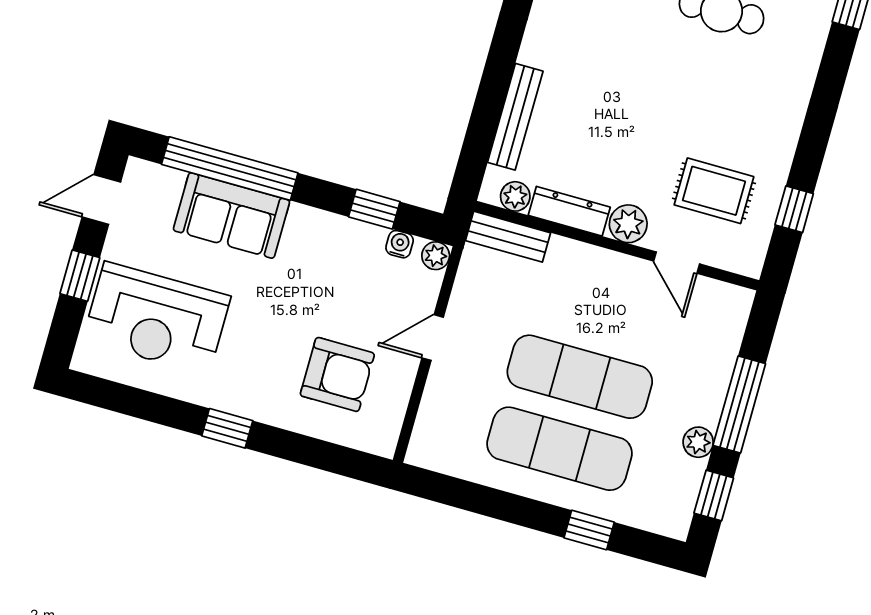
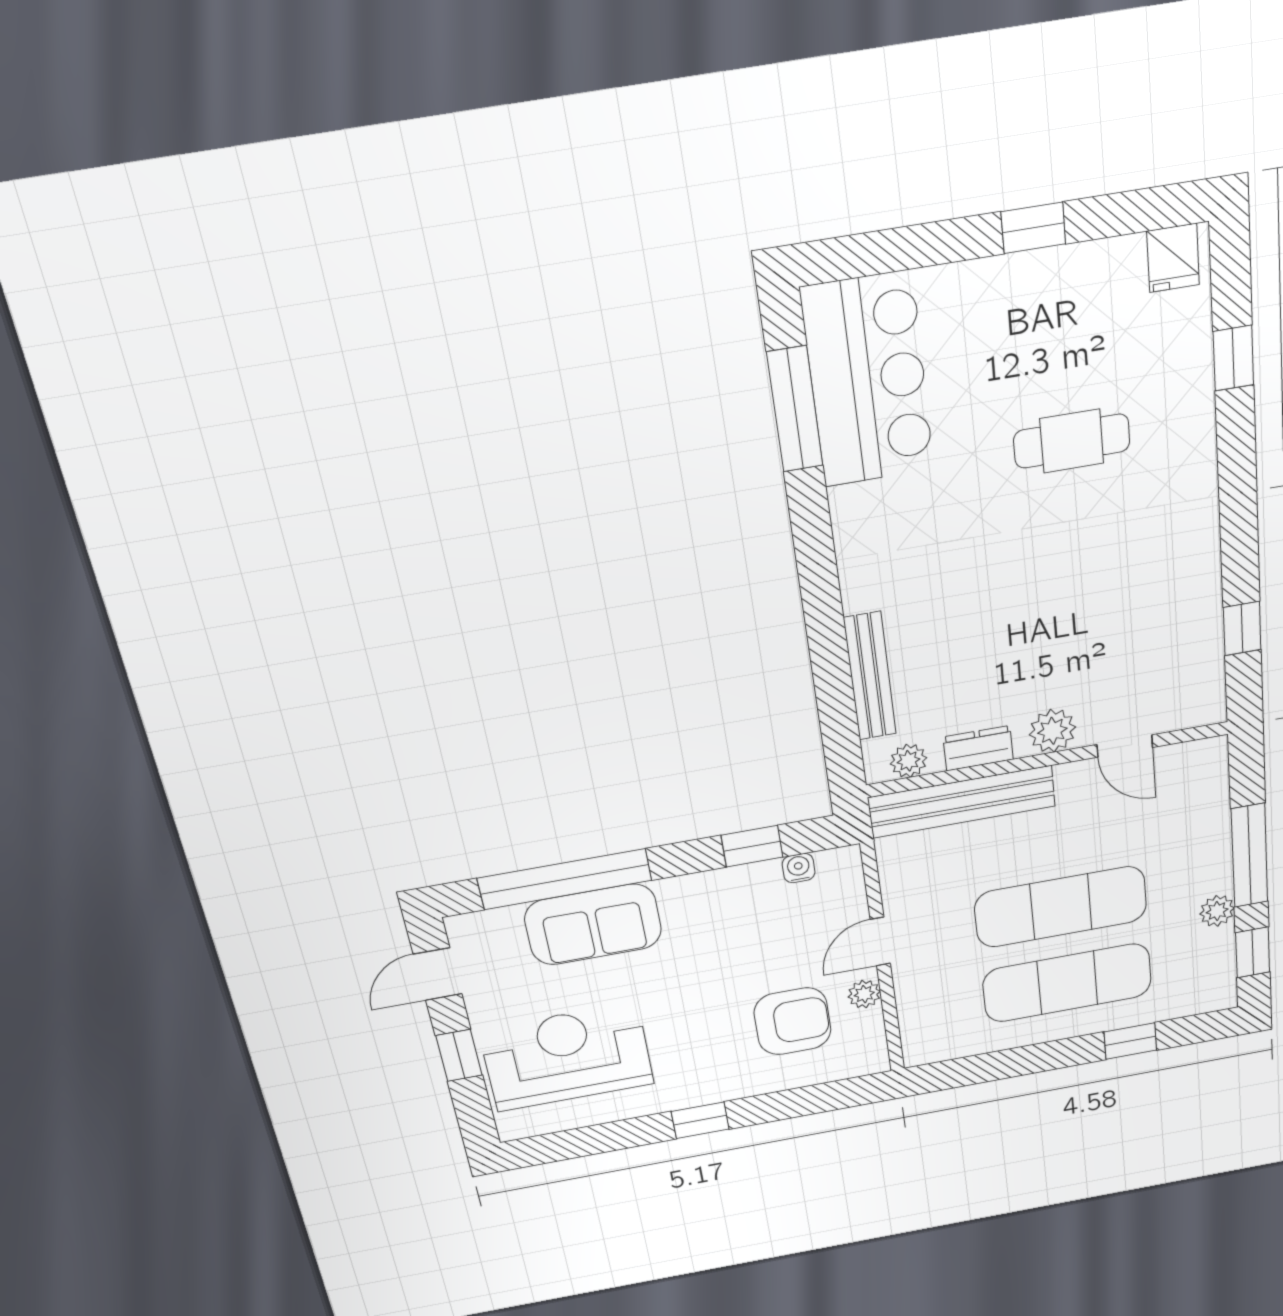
rug: (714, 191) -> (1140, 651), removed
dresser: (569, 211) -> (978, 748), width x0.70
bench: (508, 237) -> (962, 802), width x1.86, depth x1.21
plant: (436, 256) -> (864, 994), moved
reception desk: (157, 318) -> (567, 1057), turned 180

